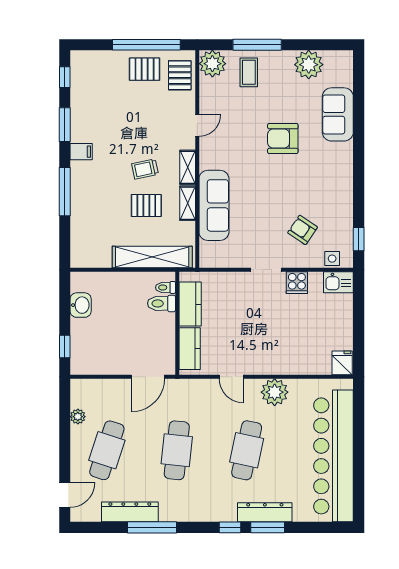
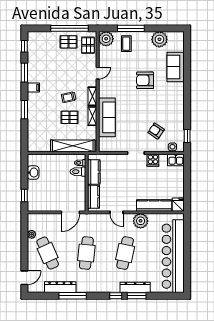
window: (65, 192) -> (24, 110), width x0.69
kitchen counter: (299, 364) -> (154, 205), added
cafe table: (107, 450) -> (48, 253), turned -42

